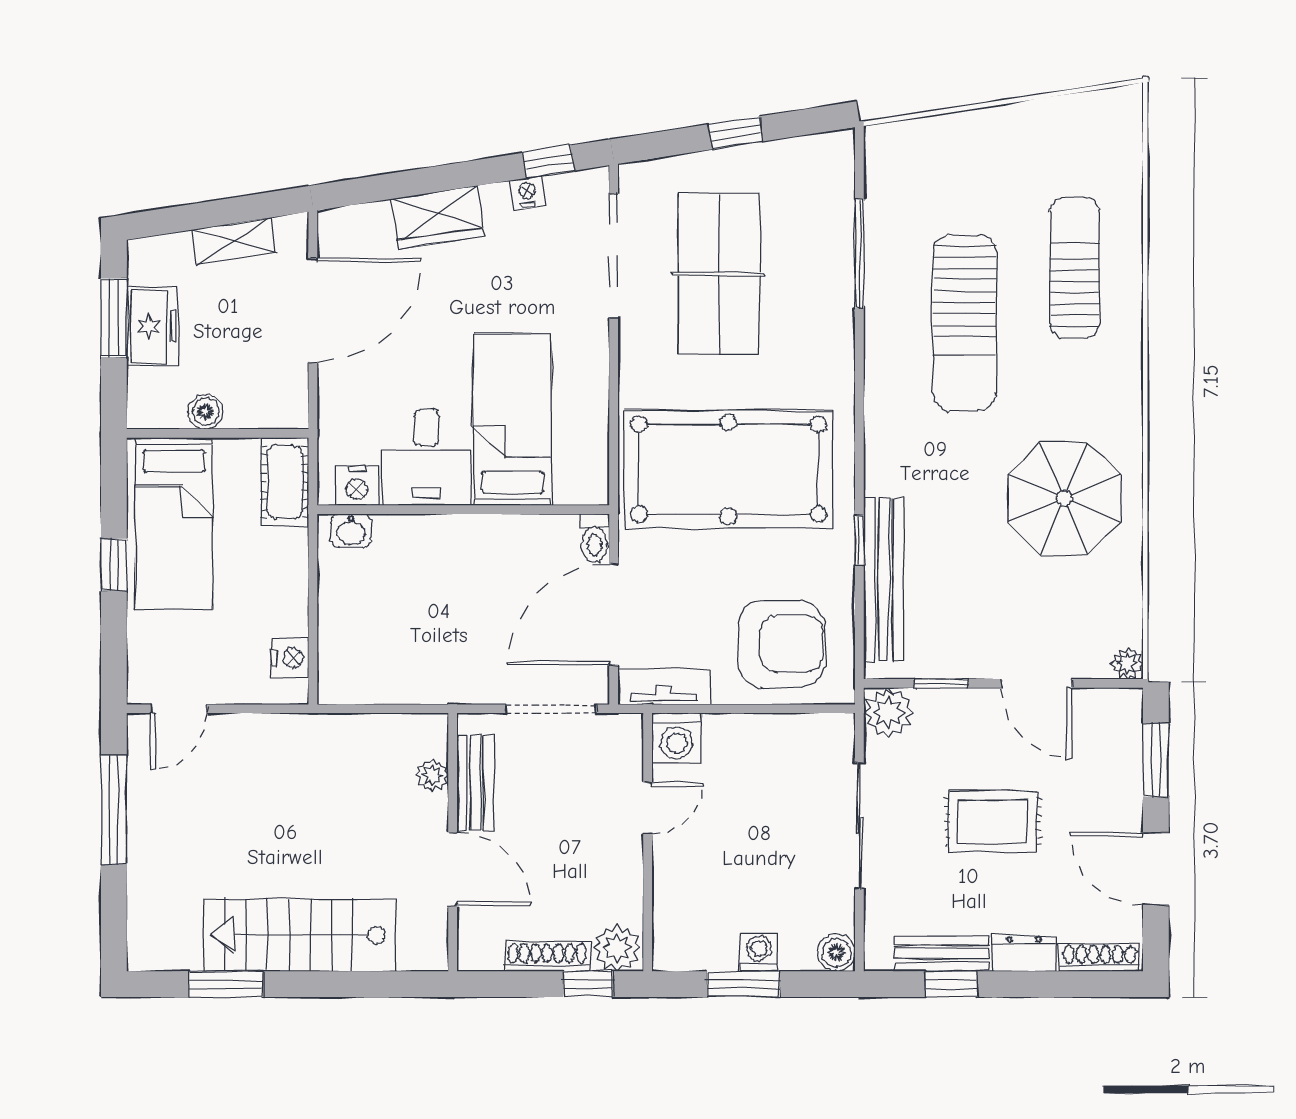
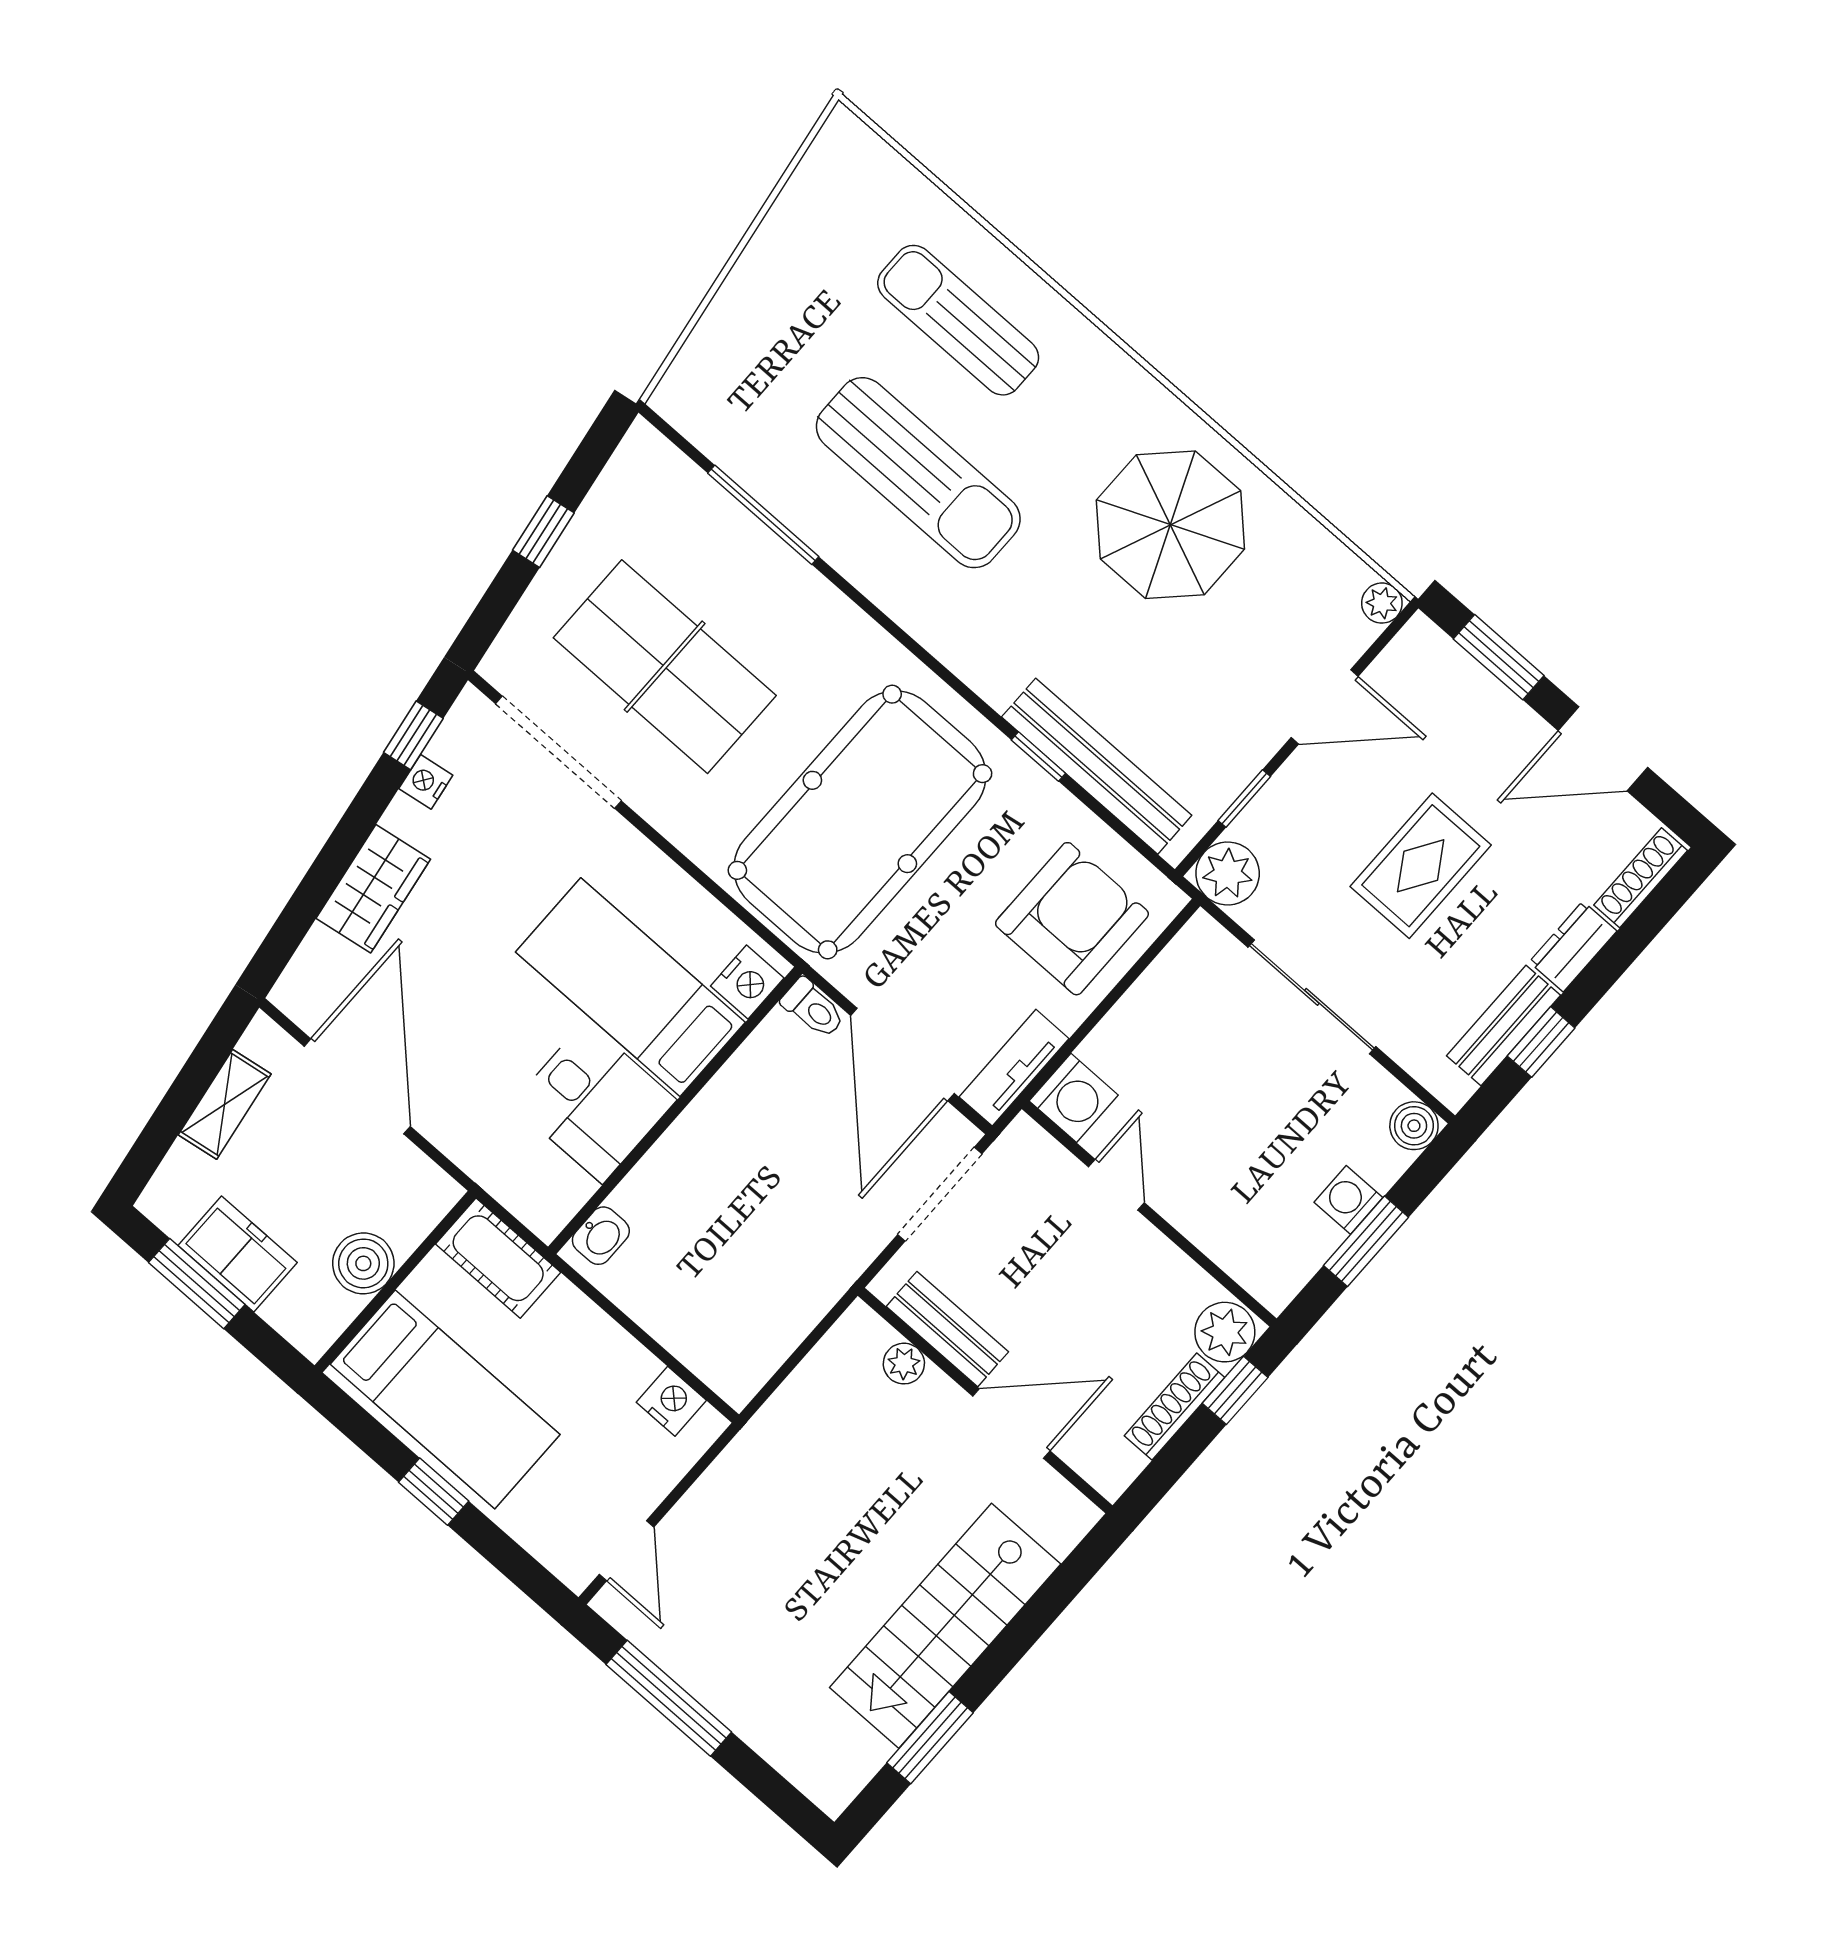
boiler: (205, 412) -> (363, 1263), width x1.36, depth x1.36
nightstand: (357, 486) -> (747, 982), moved

